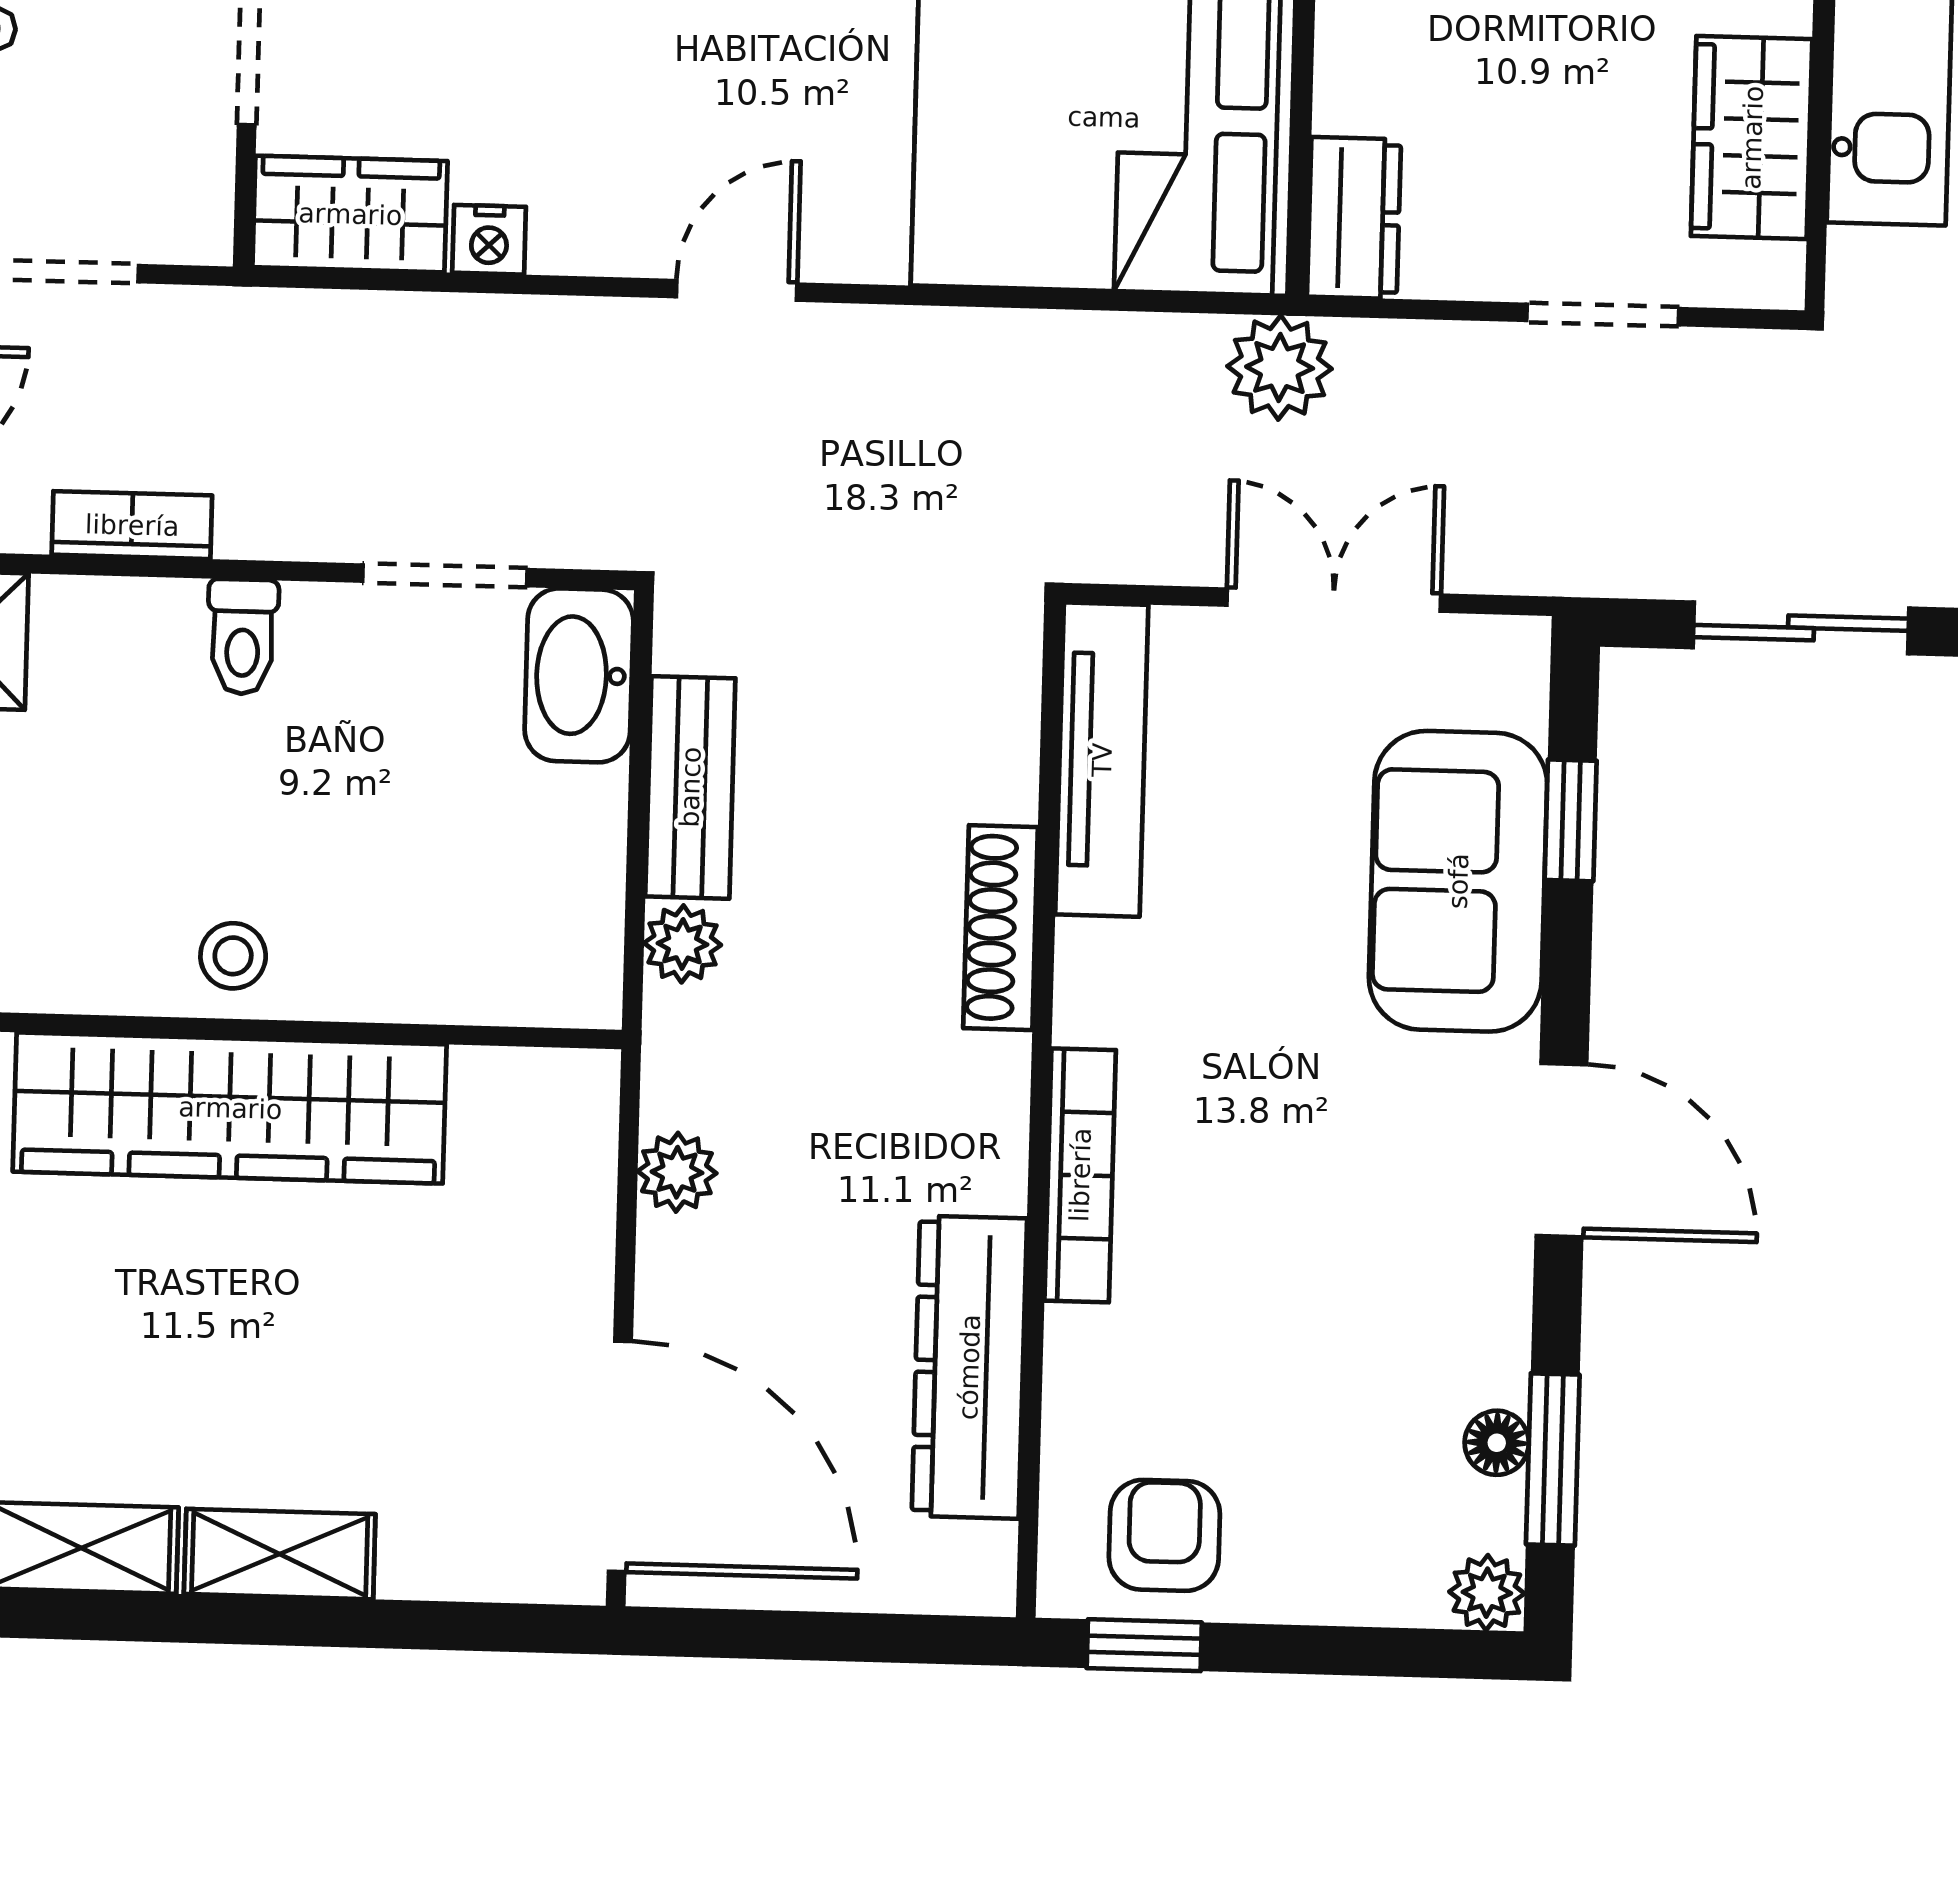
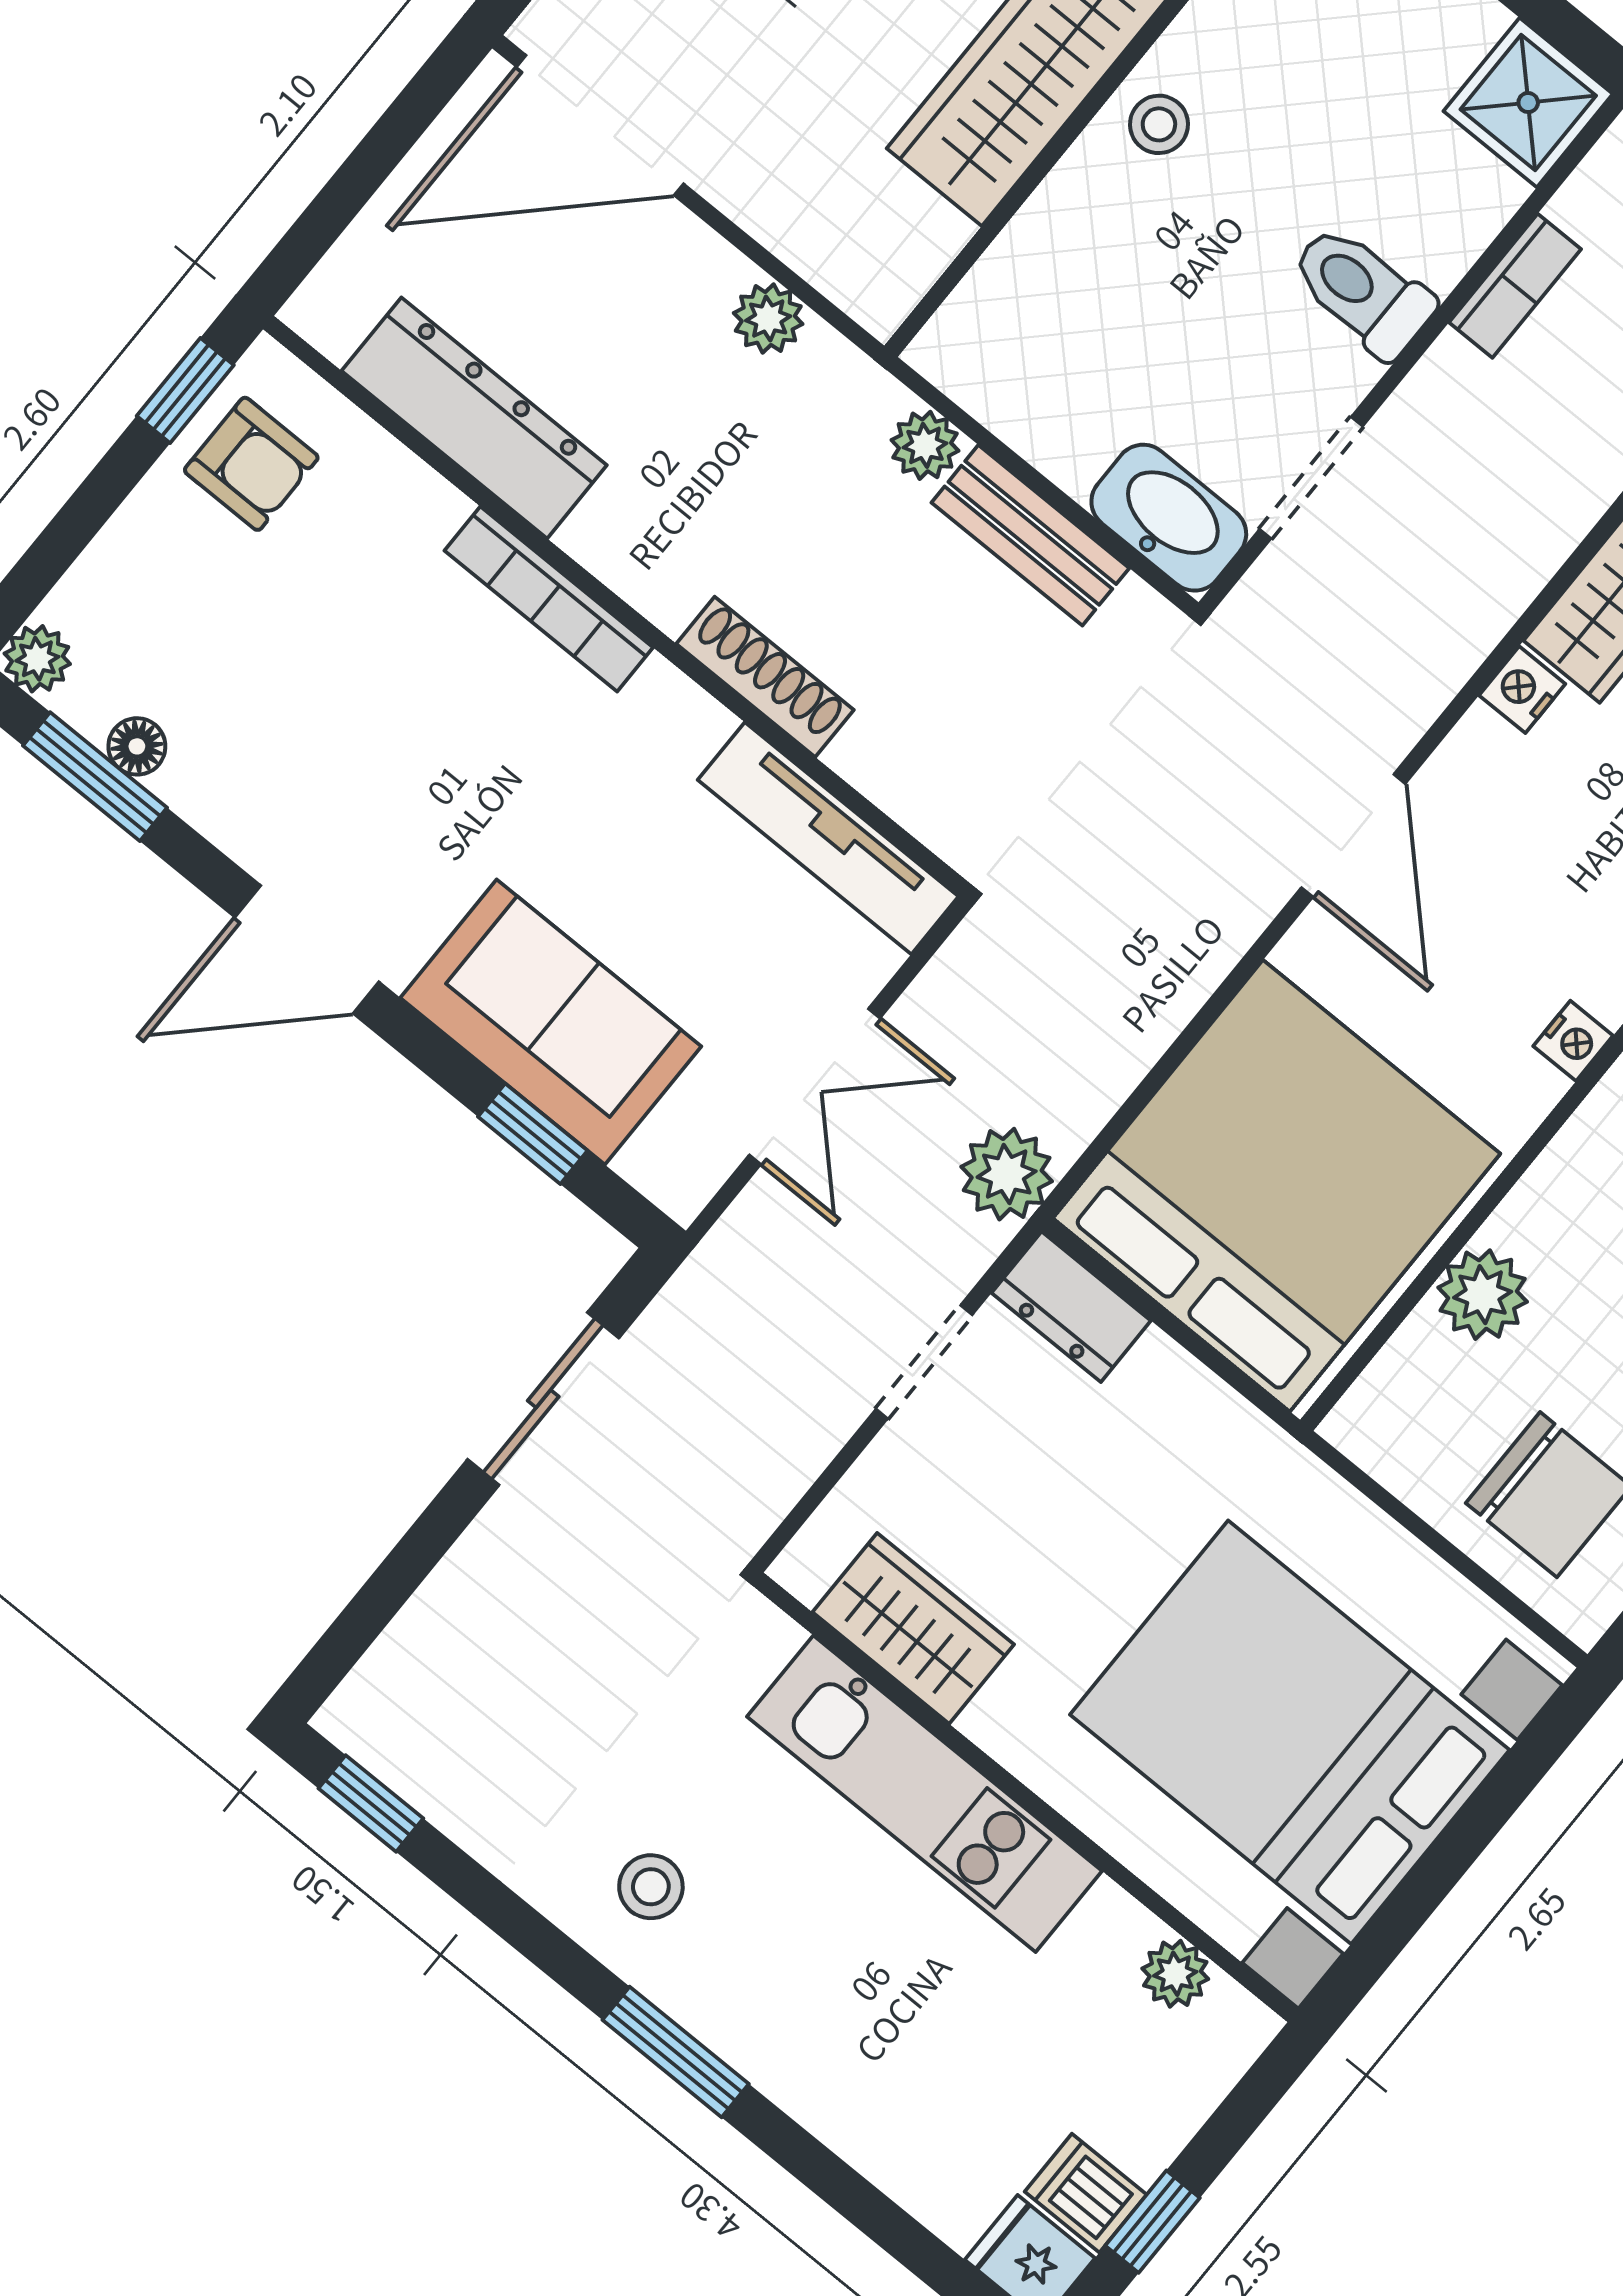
door: (737, 290) -> (1353, 836), width x1.38
doorway: (1603, 315) -> (924, 1362), moved
toilet: (243, 637) -> (1362, 291), width x1.37, depth x1.39

